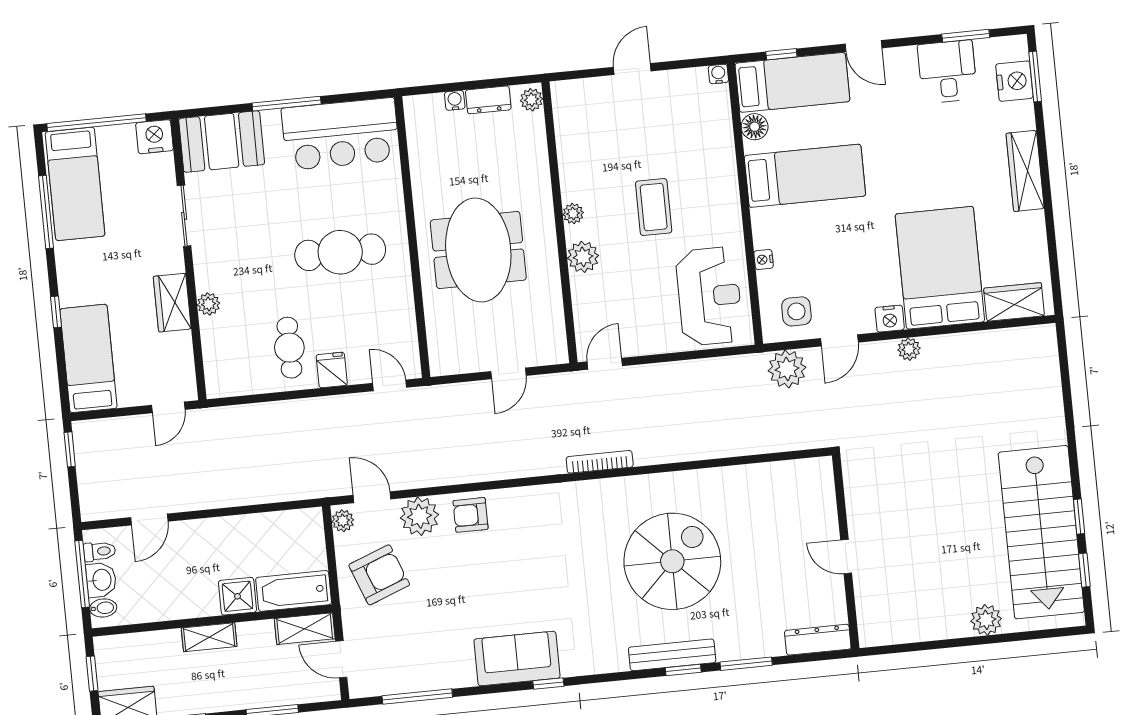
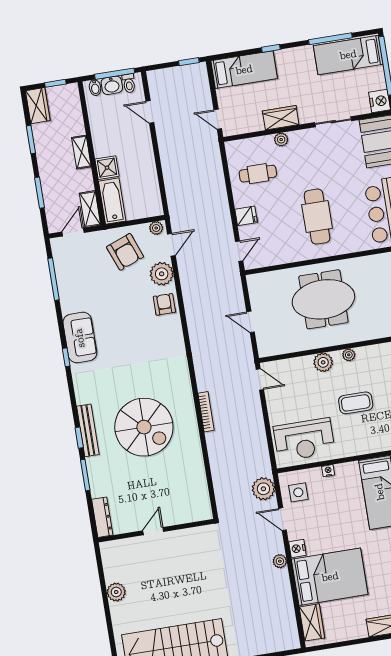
cafe table: (289, 348) -> (258, 174), moved
bookcase: (600, 462) -> (206, 412), moved
plant: (986, 620) -> (116, 592), moved

